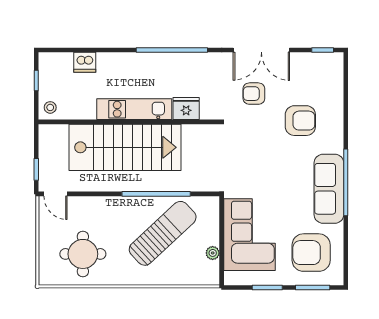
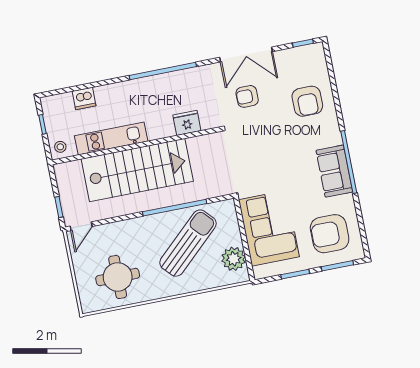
kitchen unit: (134, 109) -> (111, 138), moved
armchair: (300, 121) -> (307, 101), moved, turned 90
sofa: (329, 189) -> (334, 171), width x0.73
door: (55, 194) -> (81, 226), hinge flipped
plant: (213, 253) -> (234, 259), width x1.88, depth x1.88

